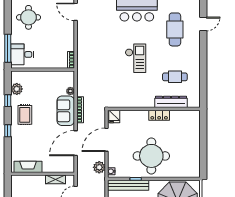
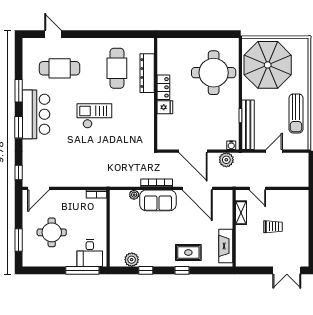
round table: (28, 17) -> (52, 232), moved
cafe table: (175, 77) -> (117, 68), width x1.37, depth x1.35
rug: (25, 115) -> (188, 253), moved
fridge: (114, 116) -> (165, 107), moved
round table: (151, 156) -> (214, 73), moved

